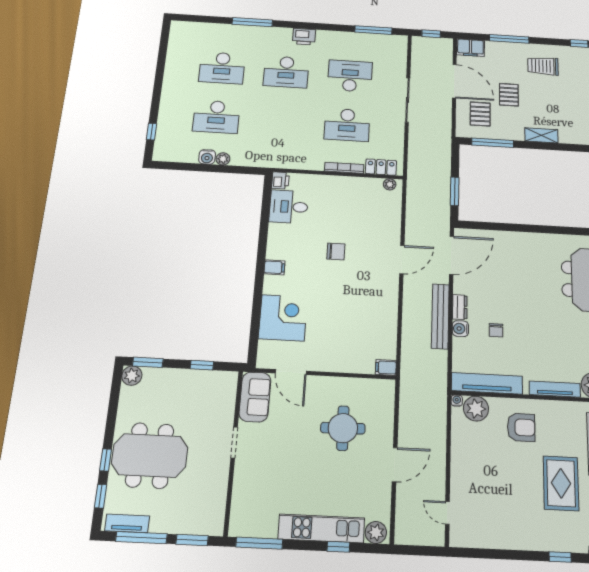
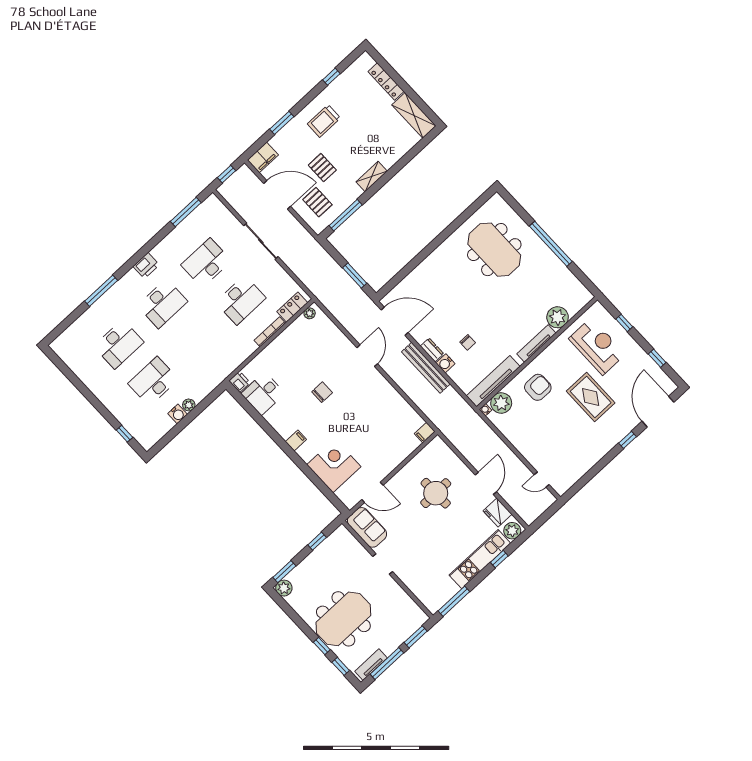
window: (509, 39) -> (282, 123), width x0.69
desk: (216, 117) -> (153, 381), turned 180
door: (452, 255) -> (395, 321), hinge flipped
fridge: (379, 502) -> (498, 512), added

